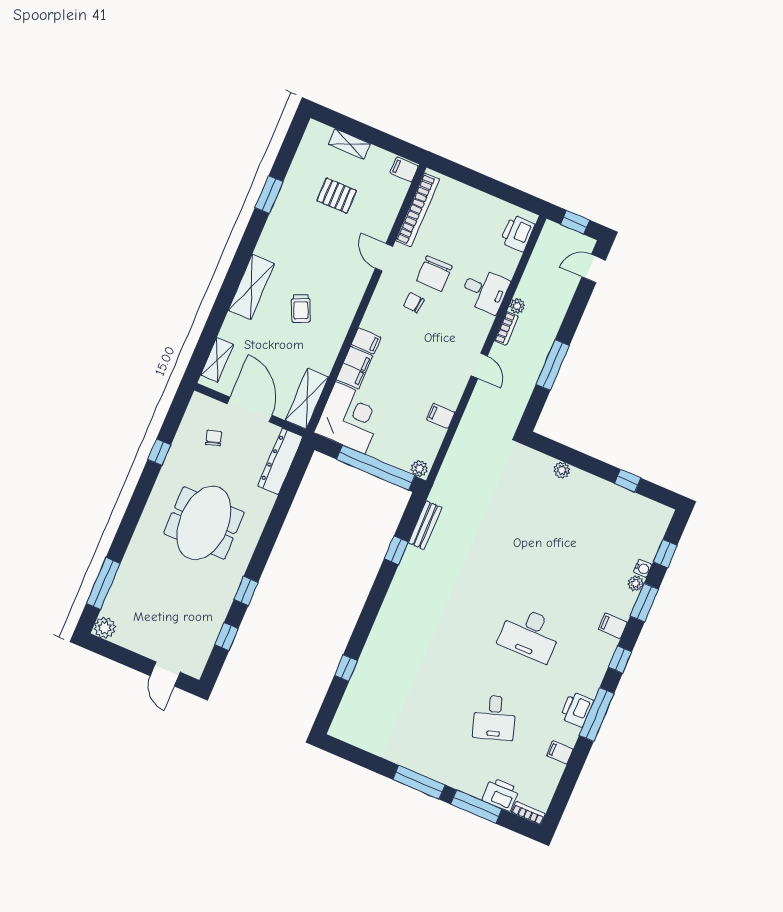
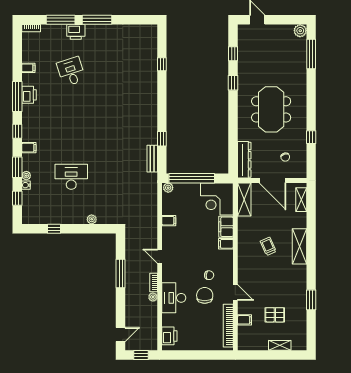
filing cabinet: (404, 170) -> (245, 320), moved
desk: (485, 291) -> (174, 298), width x1.37
desk: (530, 634) -> (71, 177), moved
printer: (501, 795) -> (76, 32), moved

